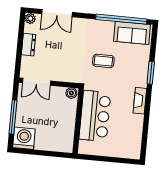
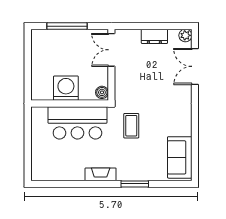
window: (121, 19) -> (195, 143), removed
coffee table: (103, 61) -> (131, 126), moved
washing machine: (24, 138) -> (66, 88), moved, turned -90

